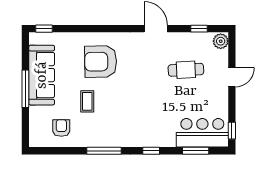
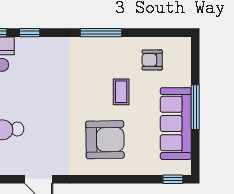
armchair: (61, 128) -> (152, 60), turned 90
window: (151, 151) -> (30, 33), moved

